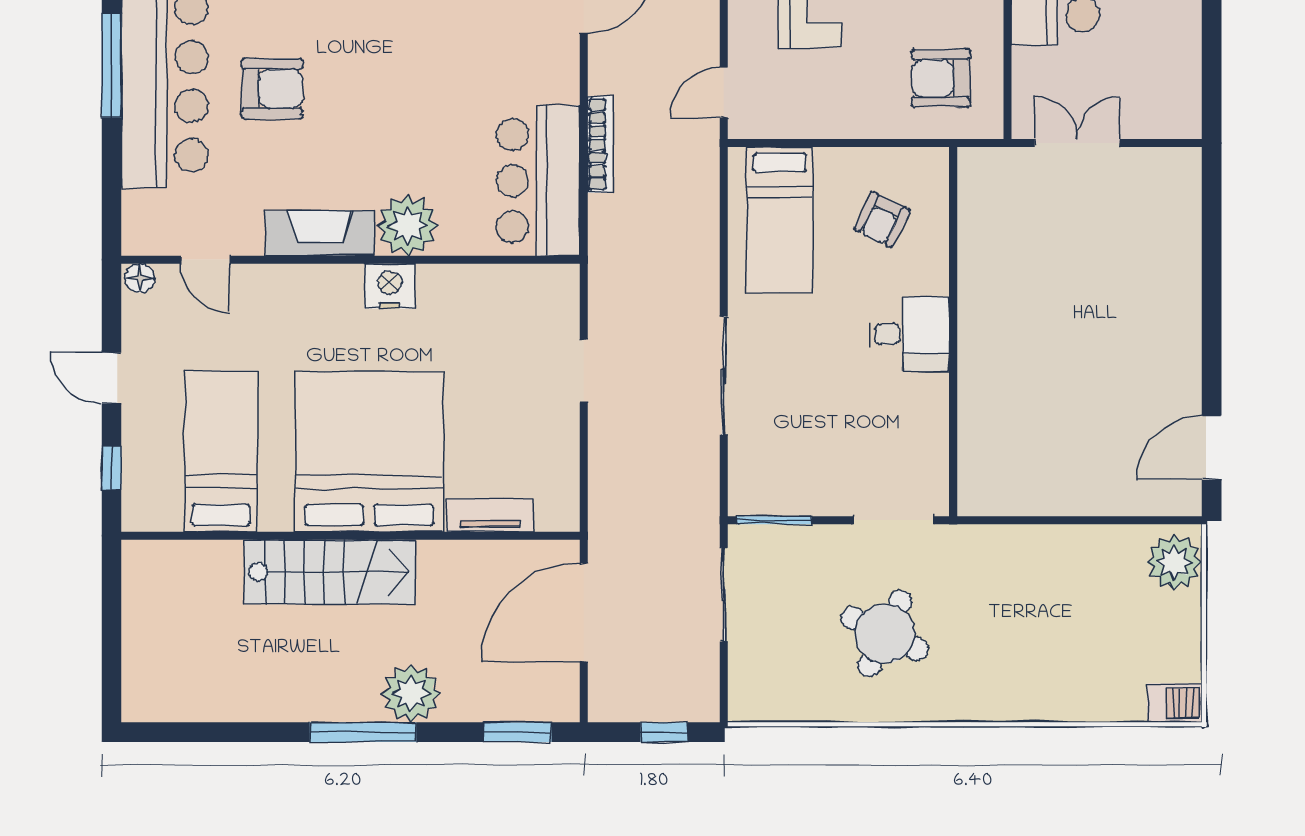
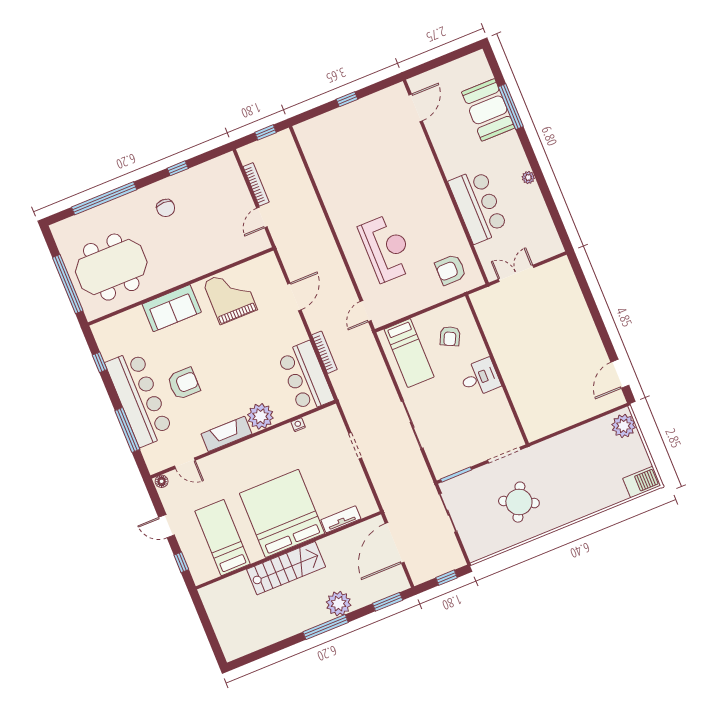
window: (111, 65) -> (127, 430), moved
nightstand: (390, 286) -> (298, 425), moved, width x0.53, depth x0.56
barbecue: (1175, 703) -> (642, 482), width x1.38, depth x1.27

